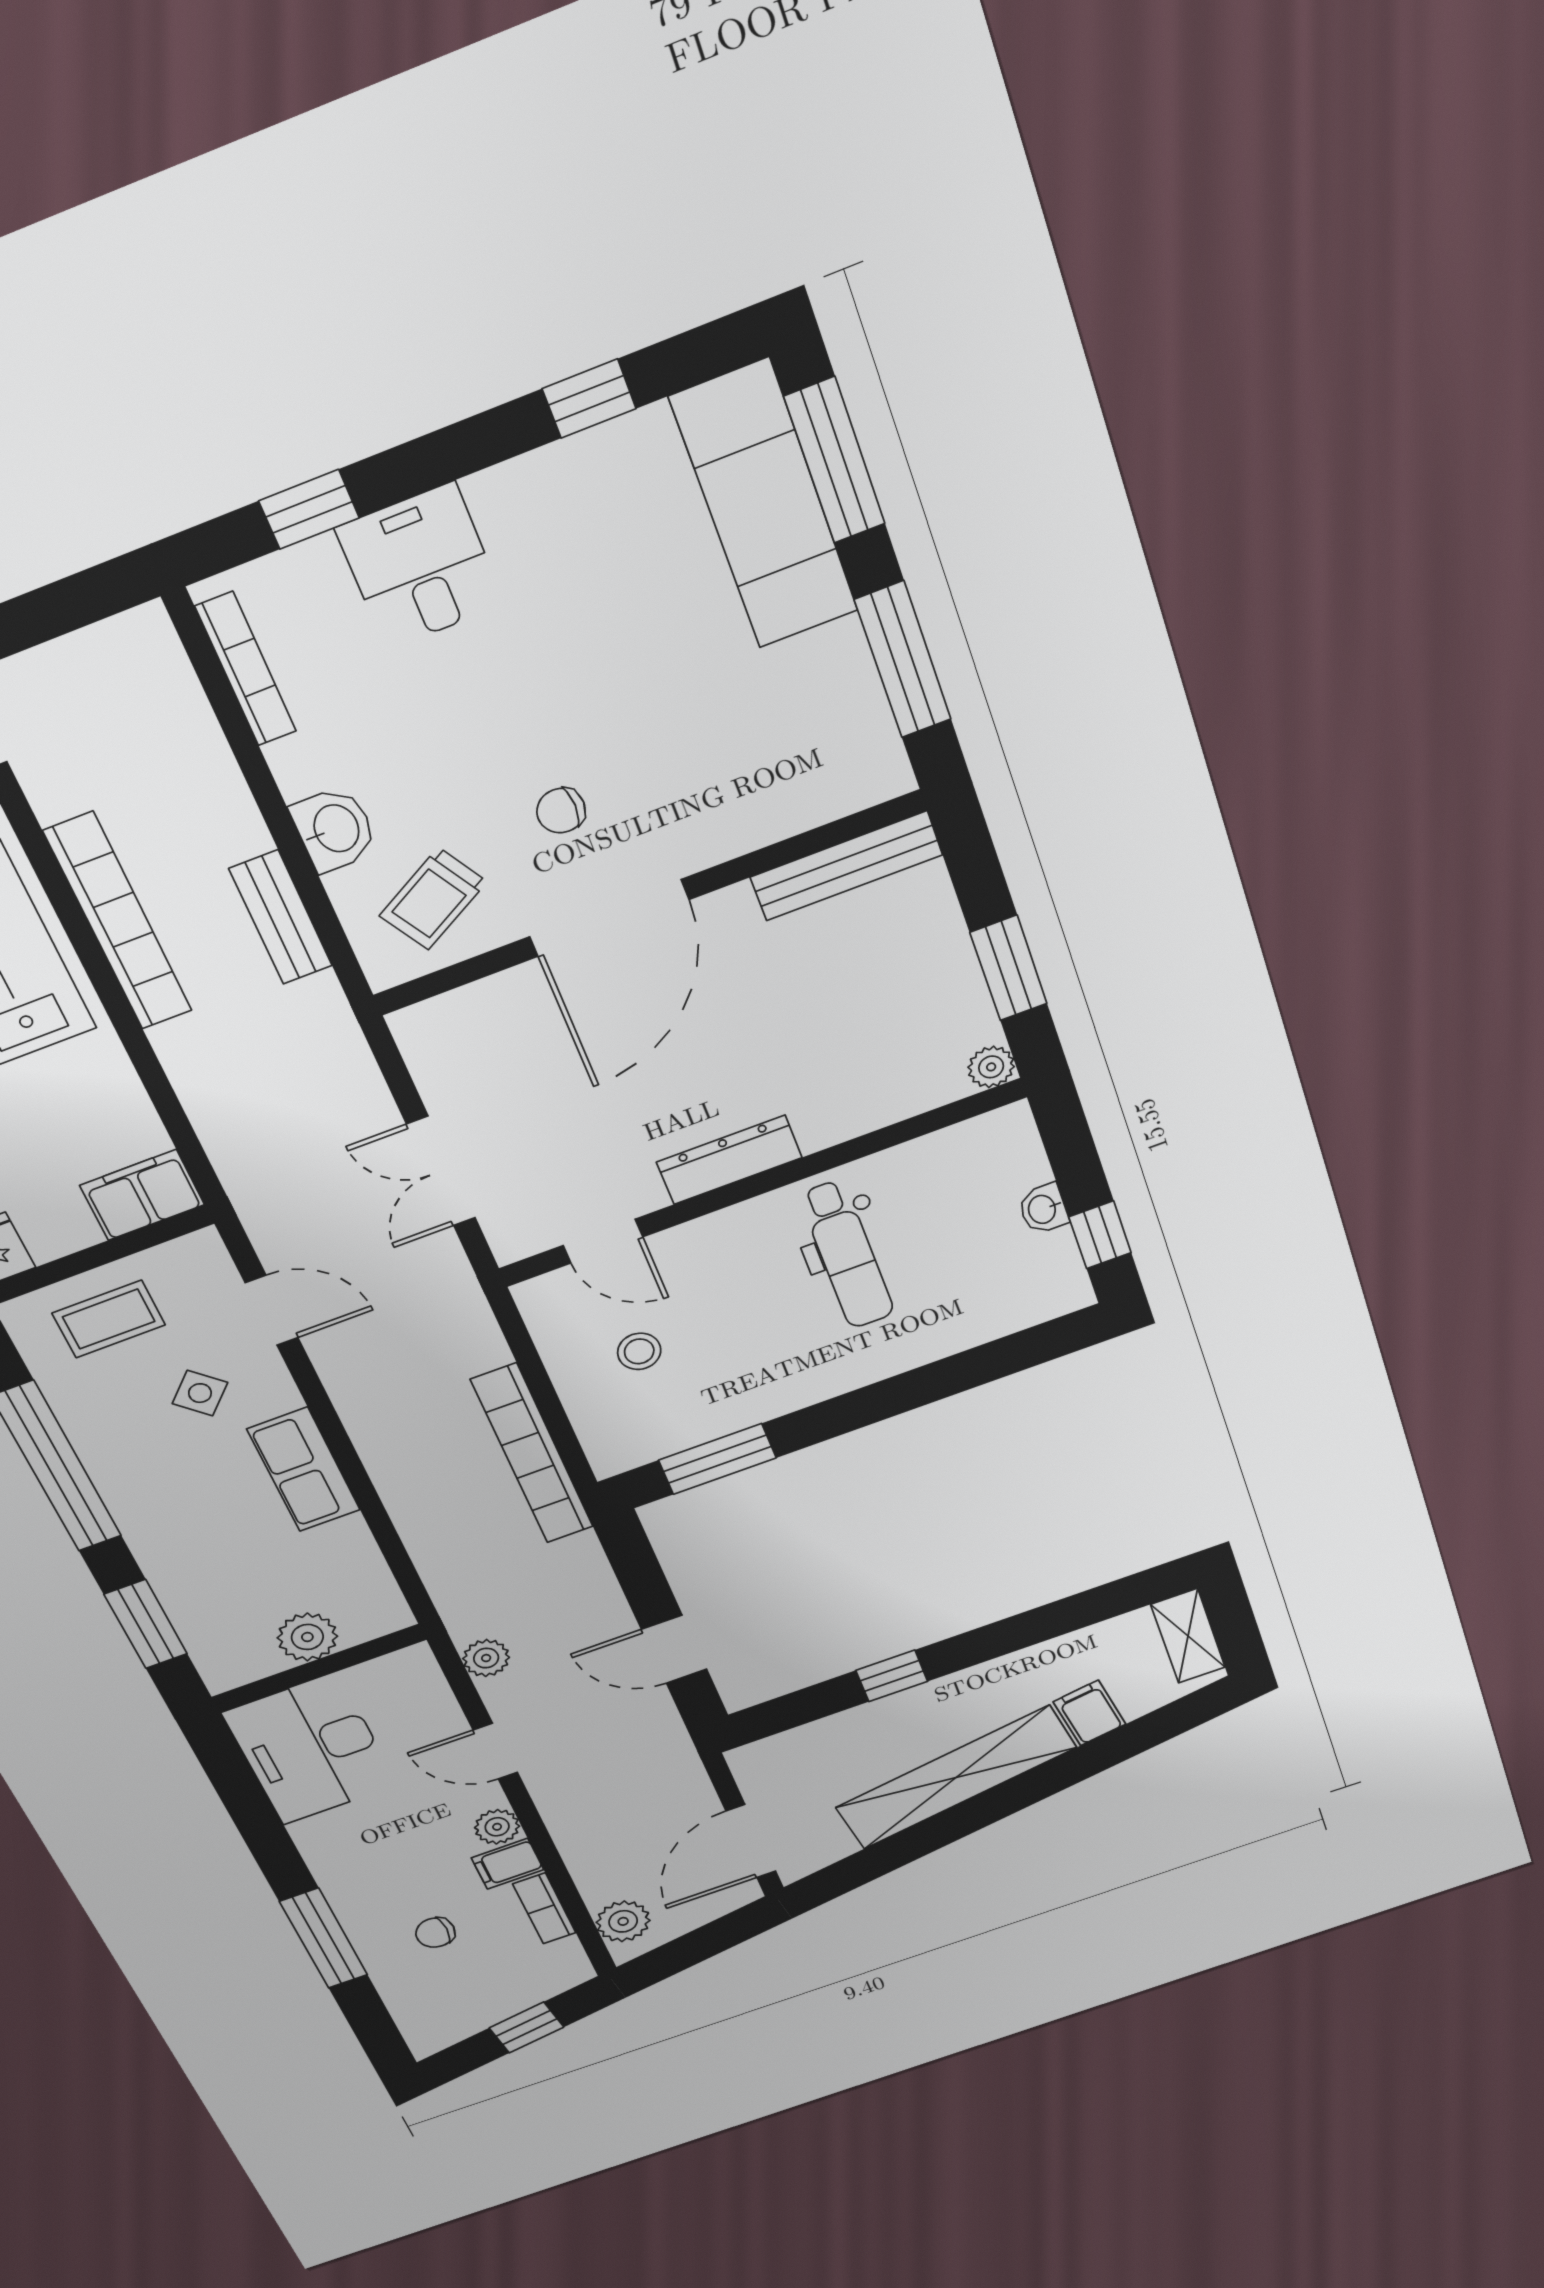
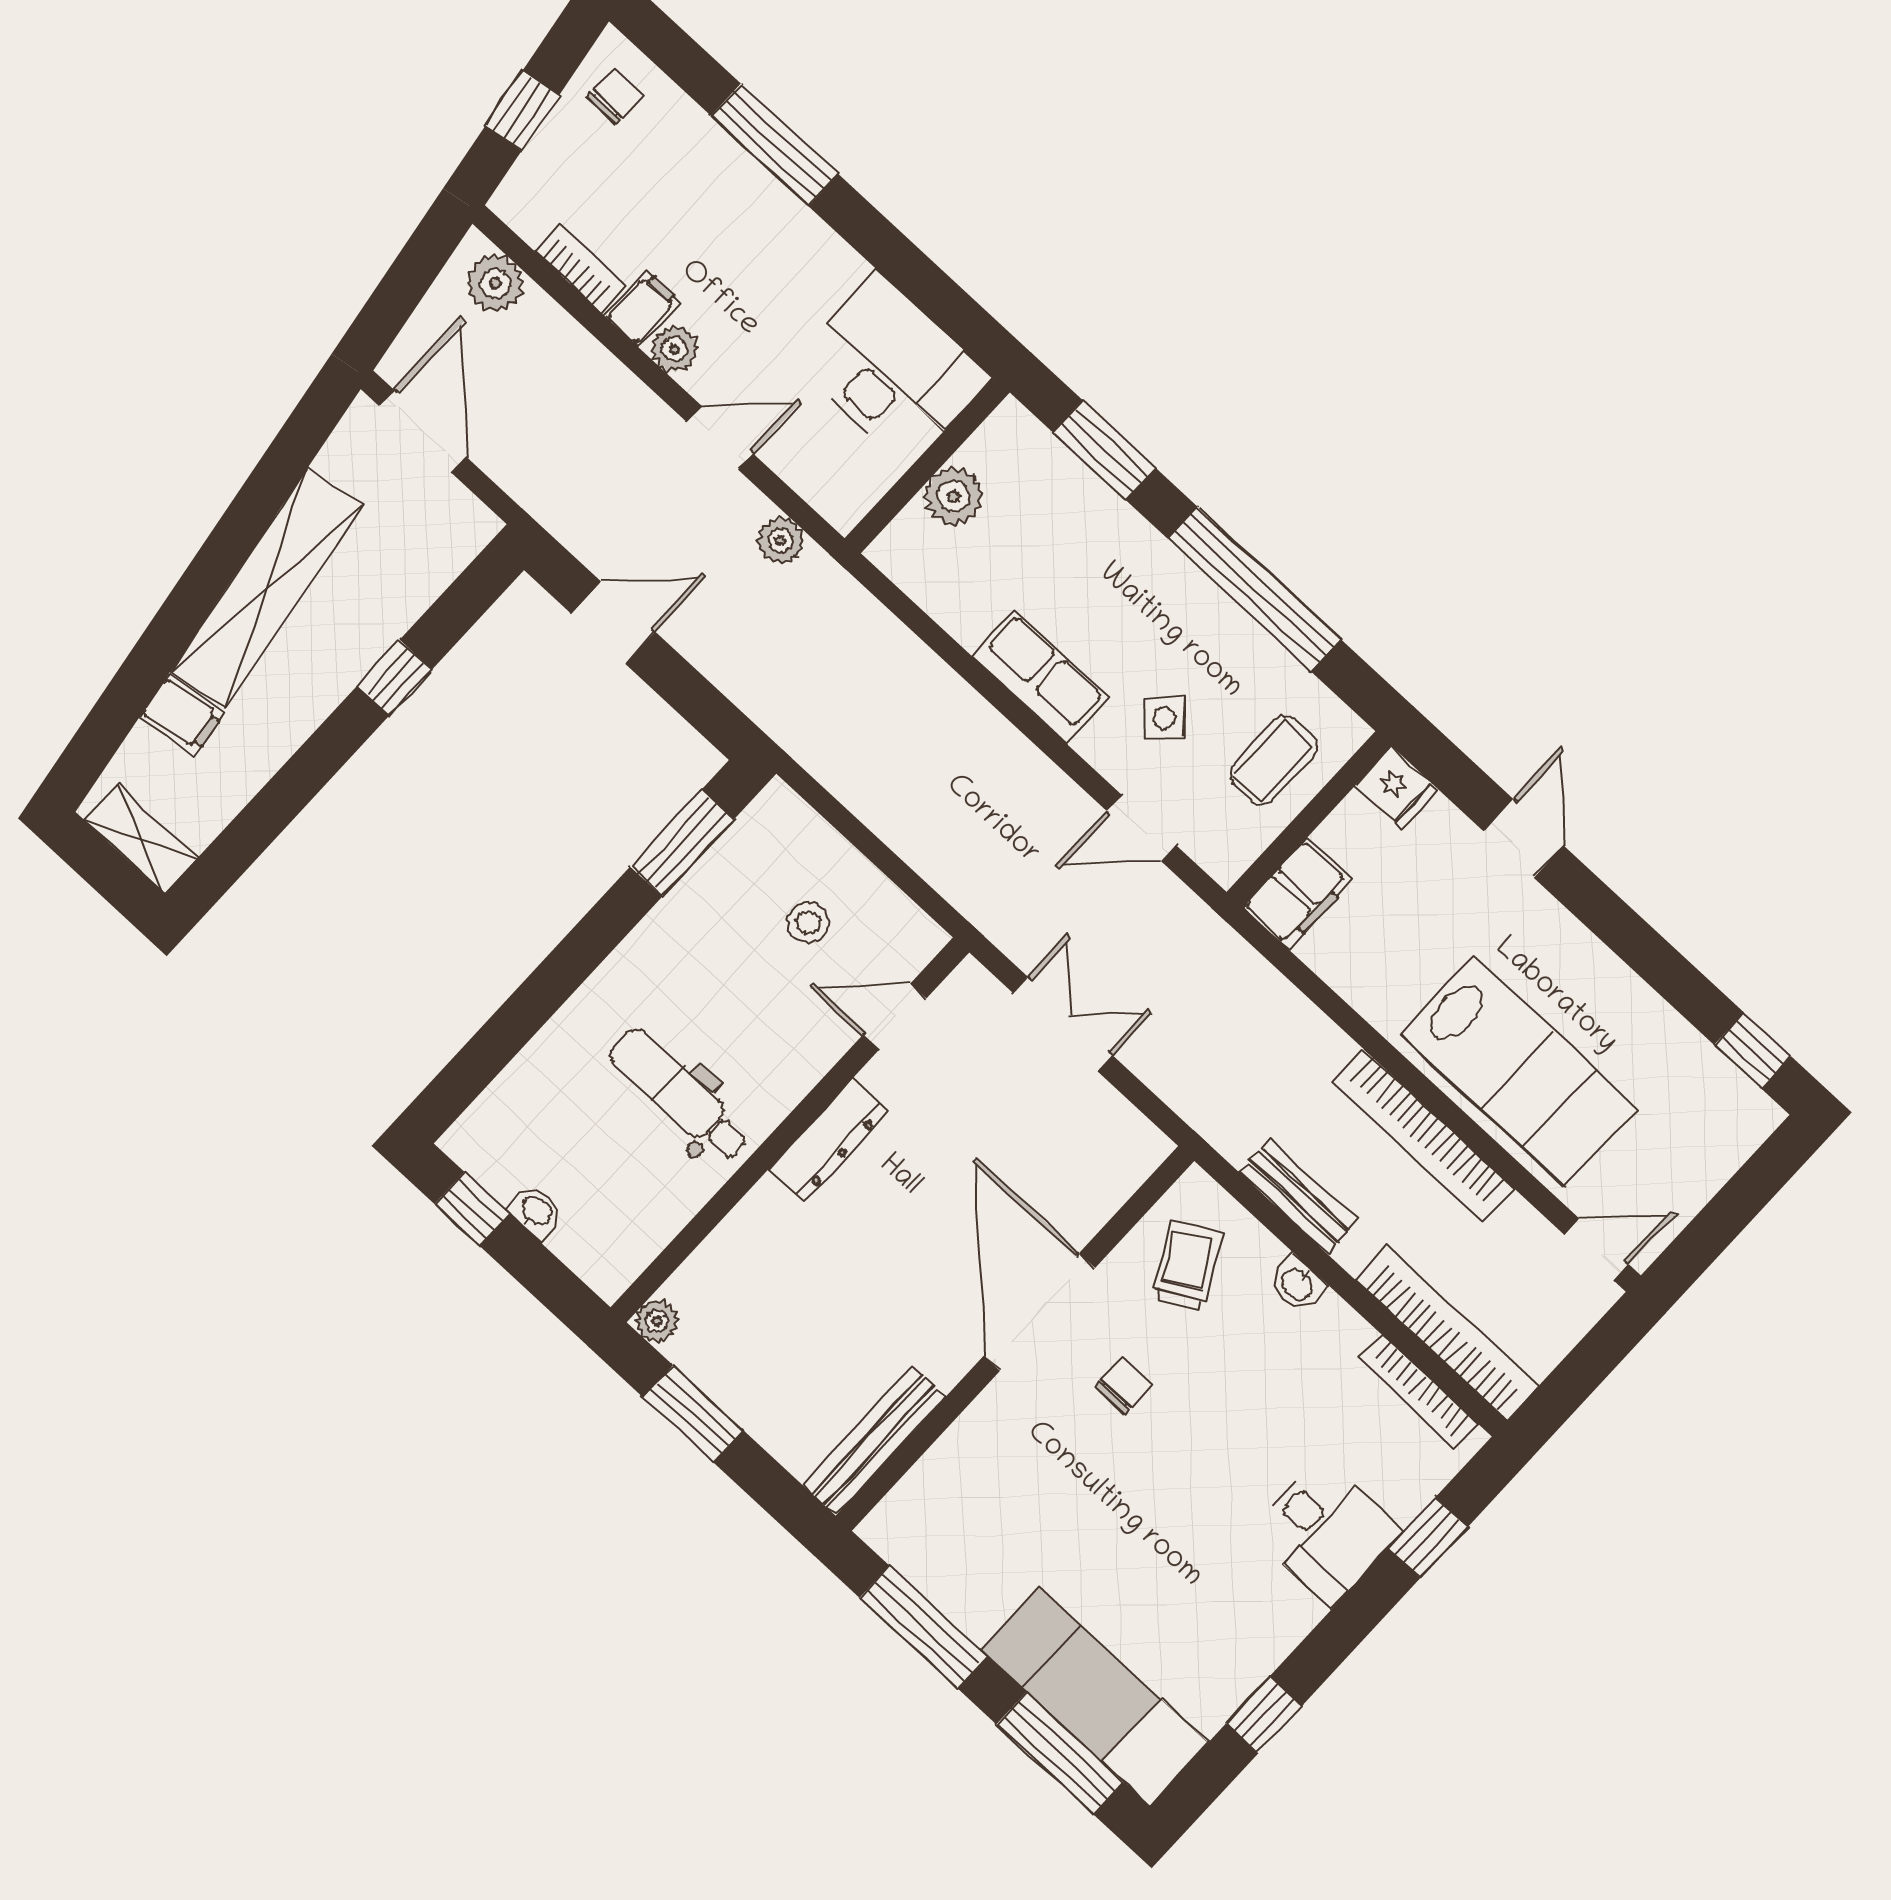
washbasin: (335, 829) -> (1297, 1284), width x0.72, depth x0.69
bookcase: (532, 1454) -> (1447, 1333), moved
chair: (435, 1933) -> (615, 96), moved

